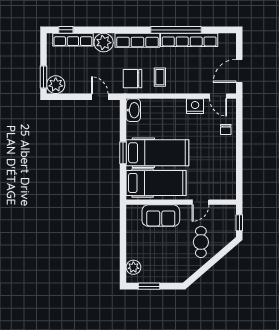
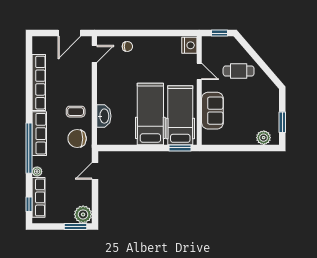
window: (176, 30) -> (29, 148), moved
plant: (104, 43) -> (37, 172), width x0.53, depth x0.53
door: (239, 71) -> (69, 33), hinge flipped
chair: (133, 79) -> (77, 139), turned 90
nightstand: (195, 106) -> (189, 45), moved, turned 180
washbasin: (133, 110) -> (104, 116), moved, turned 90
window: (123, 153) -> (180, 148), moved

